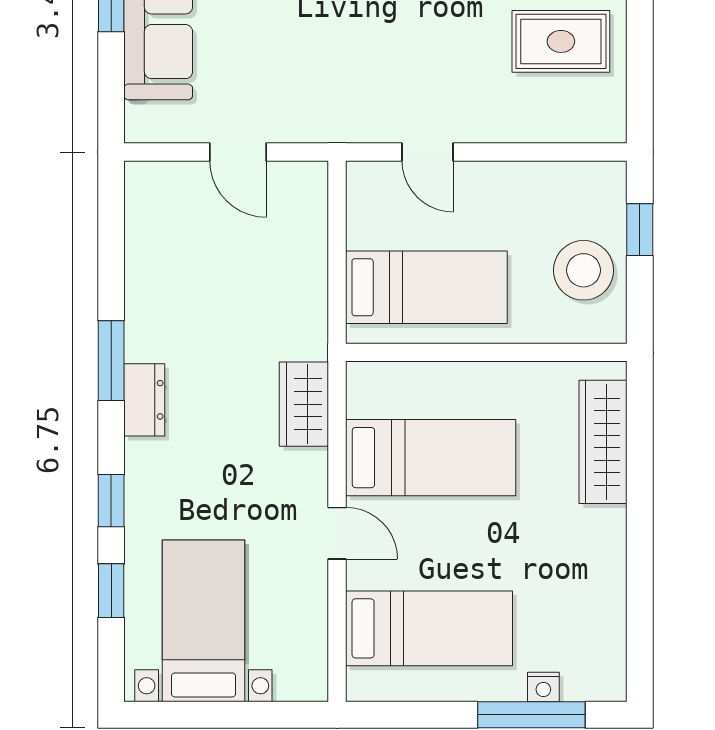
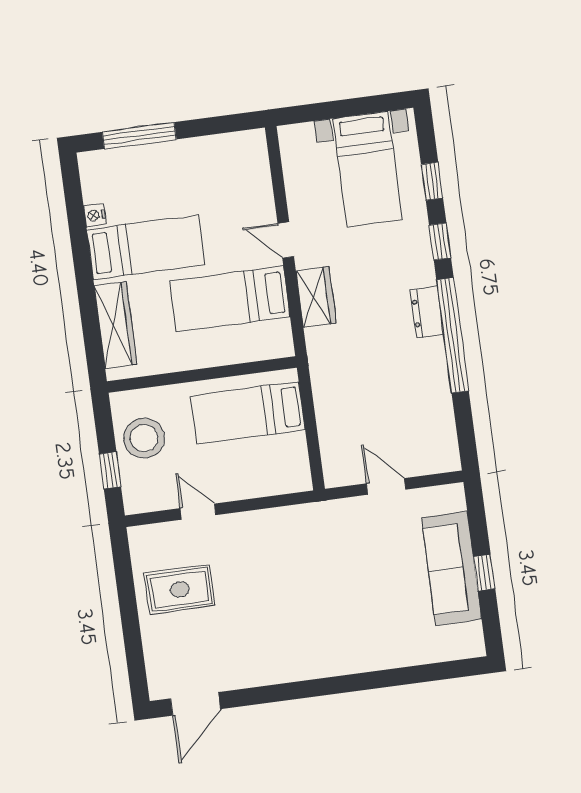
door: (427, 152) -> (198, 512), moved
window: (111, 361) -> (453, 335), width x2.11
wardrobe: (304, 404) -> (316, 297), moved
bed: (429, 628) -> (146, 247), moved, turned 180
nightstand: (543, 687) -> (95, 215), moved, turned -90

